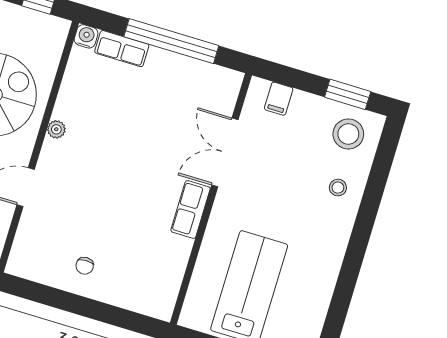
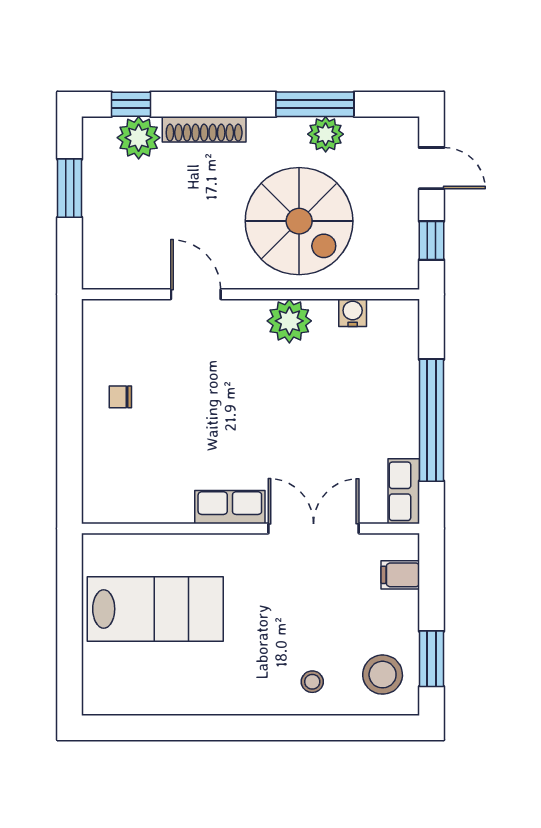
water cooler: (86, 36) -> (353, 313), moved, turned -90
row of seats: (122, 49) -> (404, 491), moved
plant: (56, 129) -> (289, 321), width x1.87, depth x1.87

